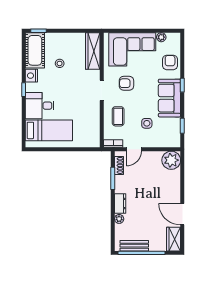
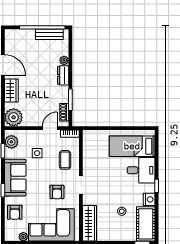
armchair: (126, 83) -> (57, 192), turned 90
plant: (174, 135) -> (11, 142), added
wardrobe: (173, 239) -> (11, 90), moved

